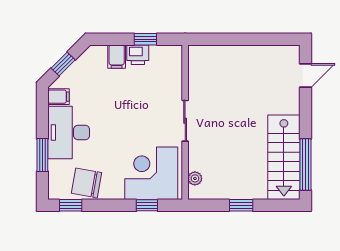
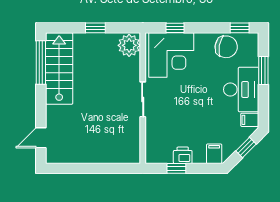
filing cabinet: (117, 57) -> (214, 154), moved
plant: (195, 178) -> (129, 45), width x1.88, depth x1.88

